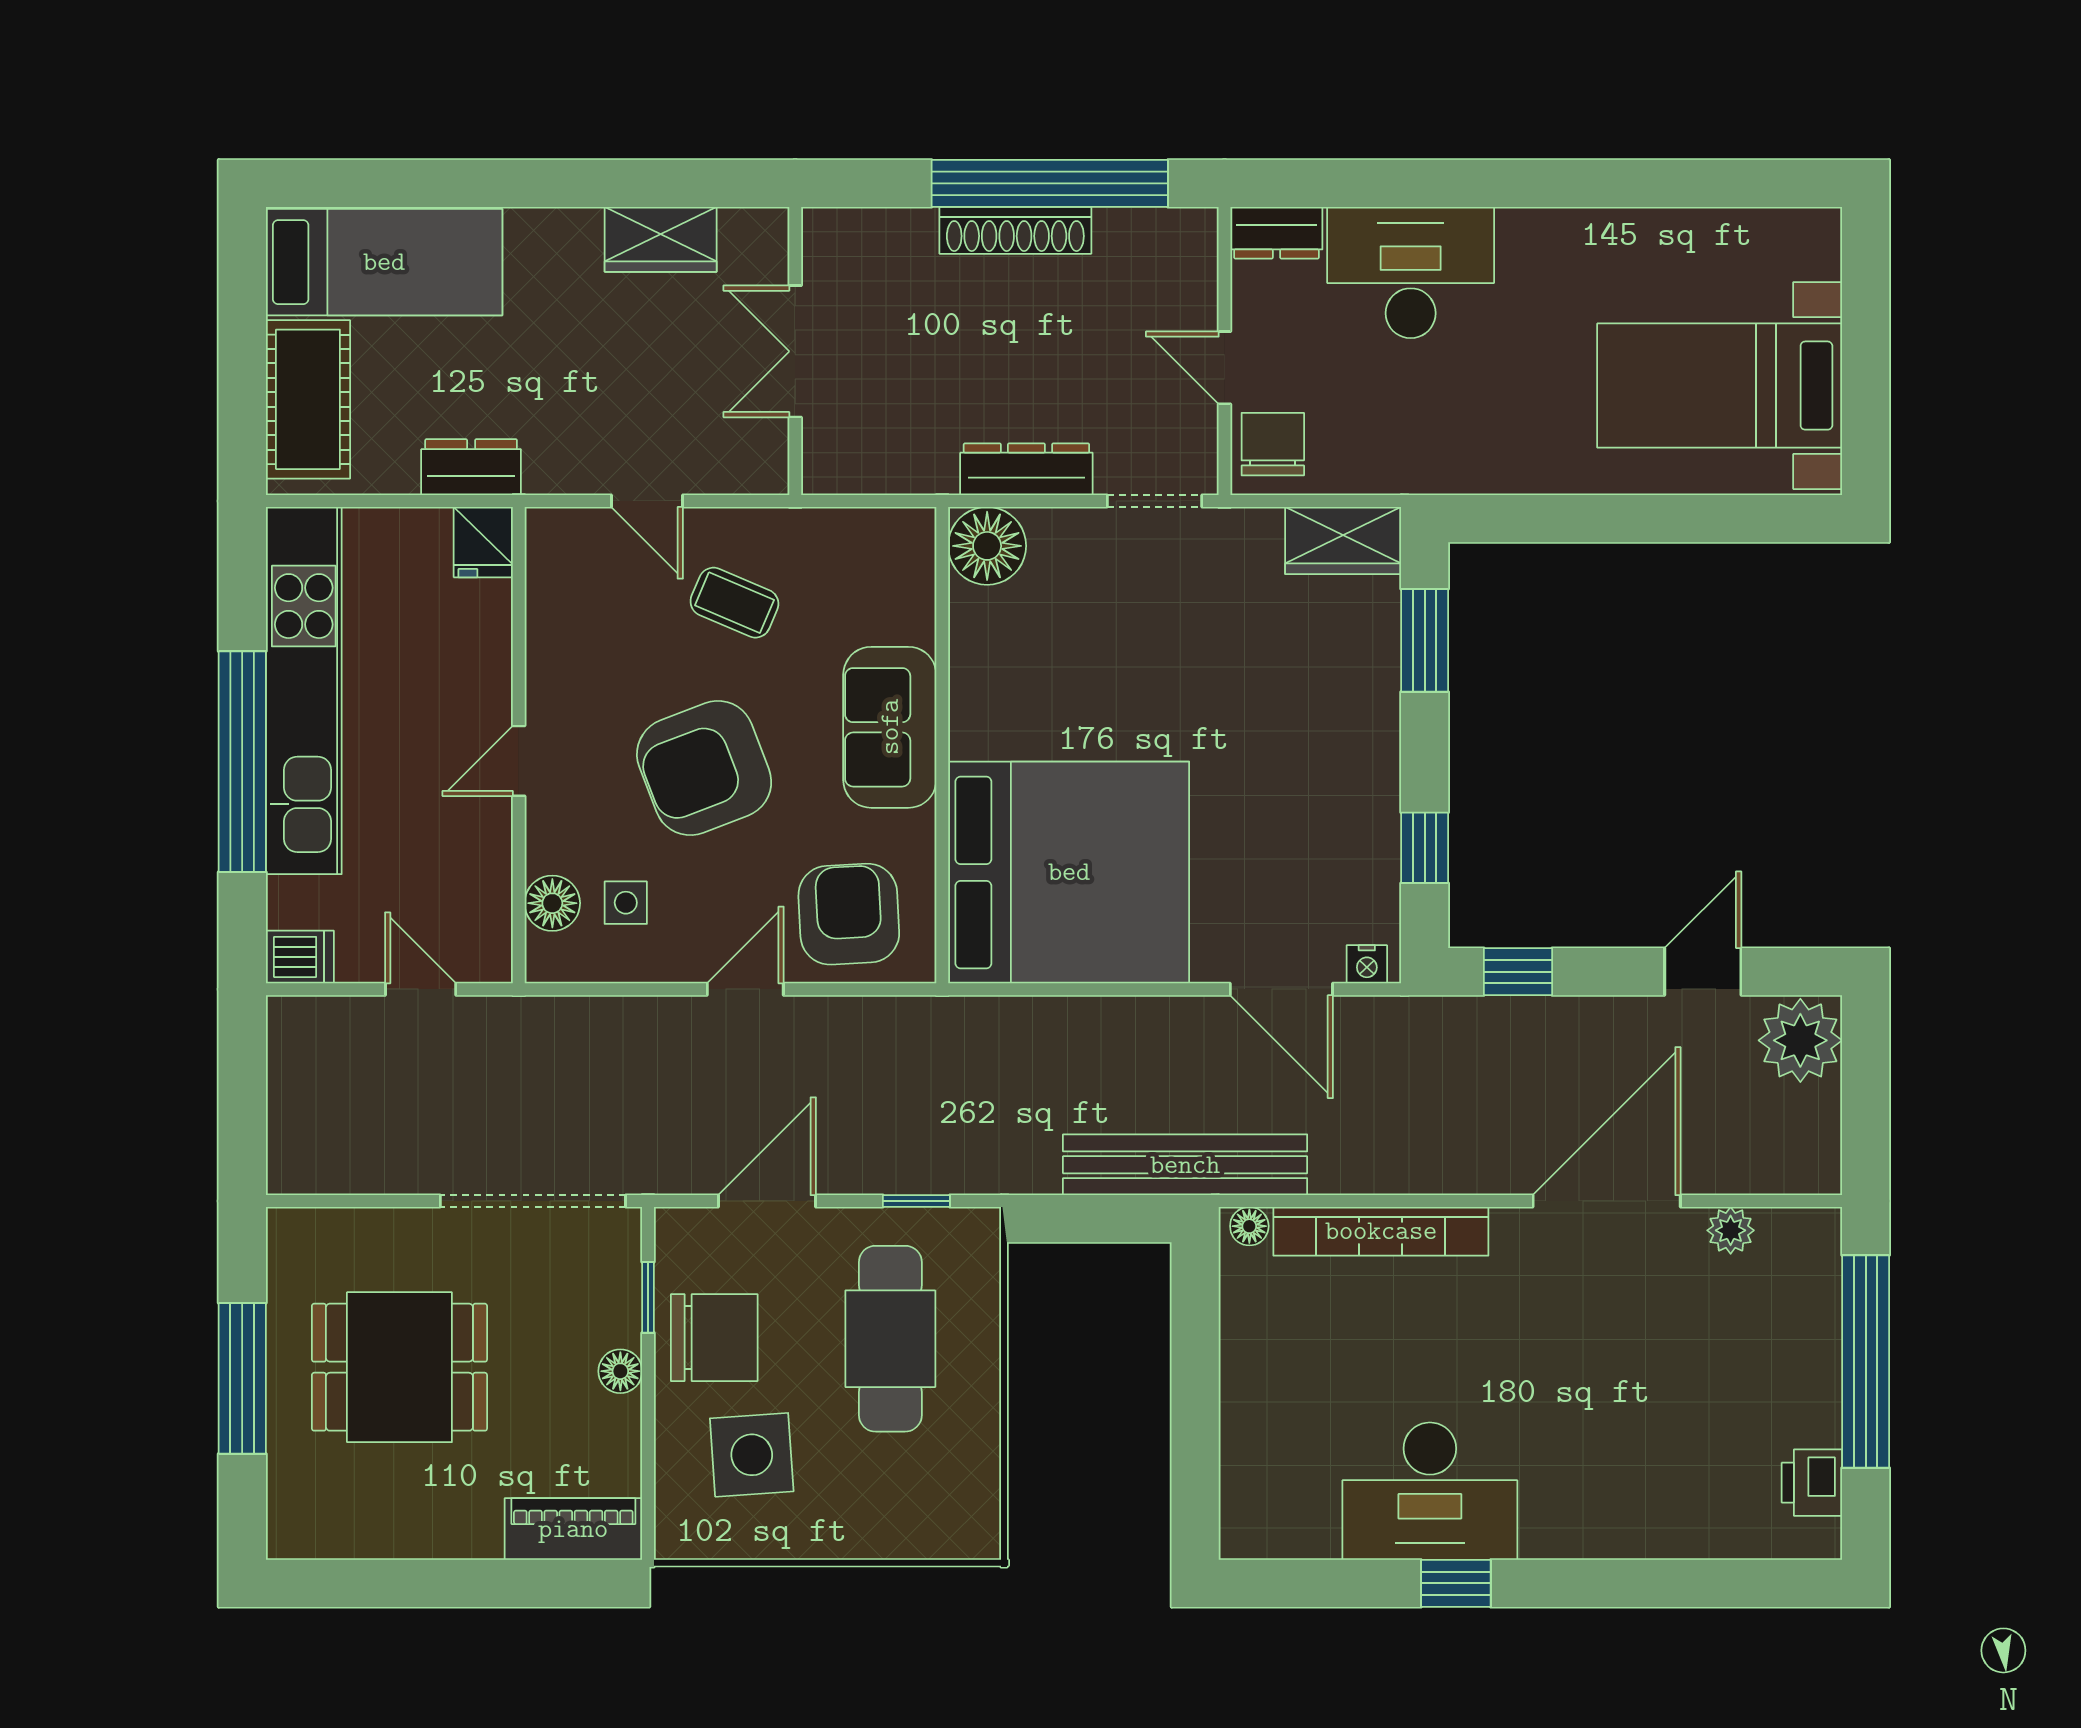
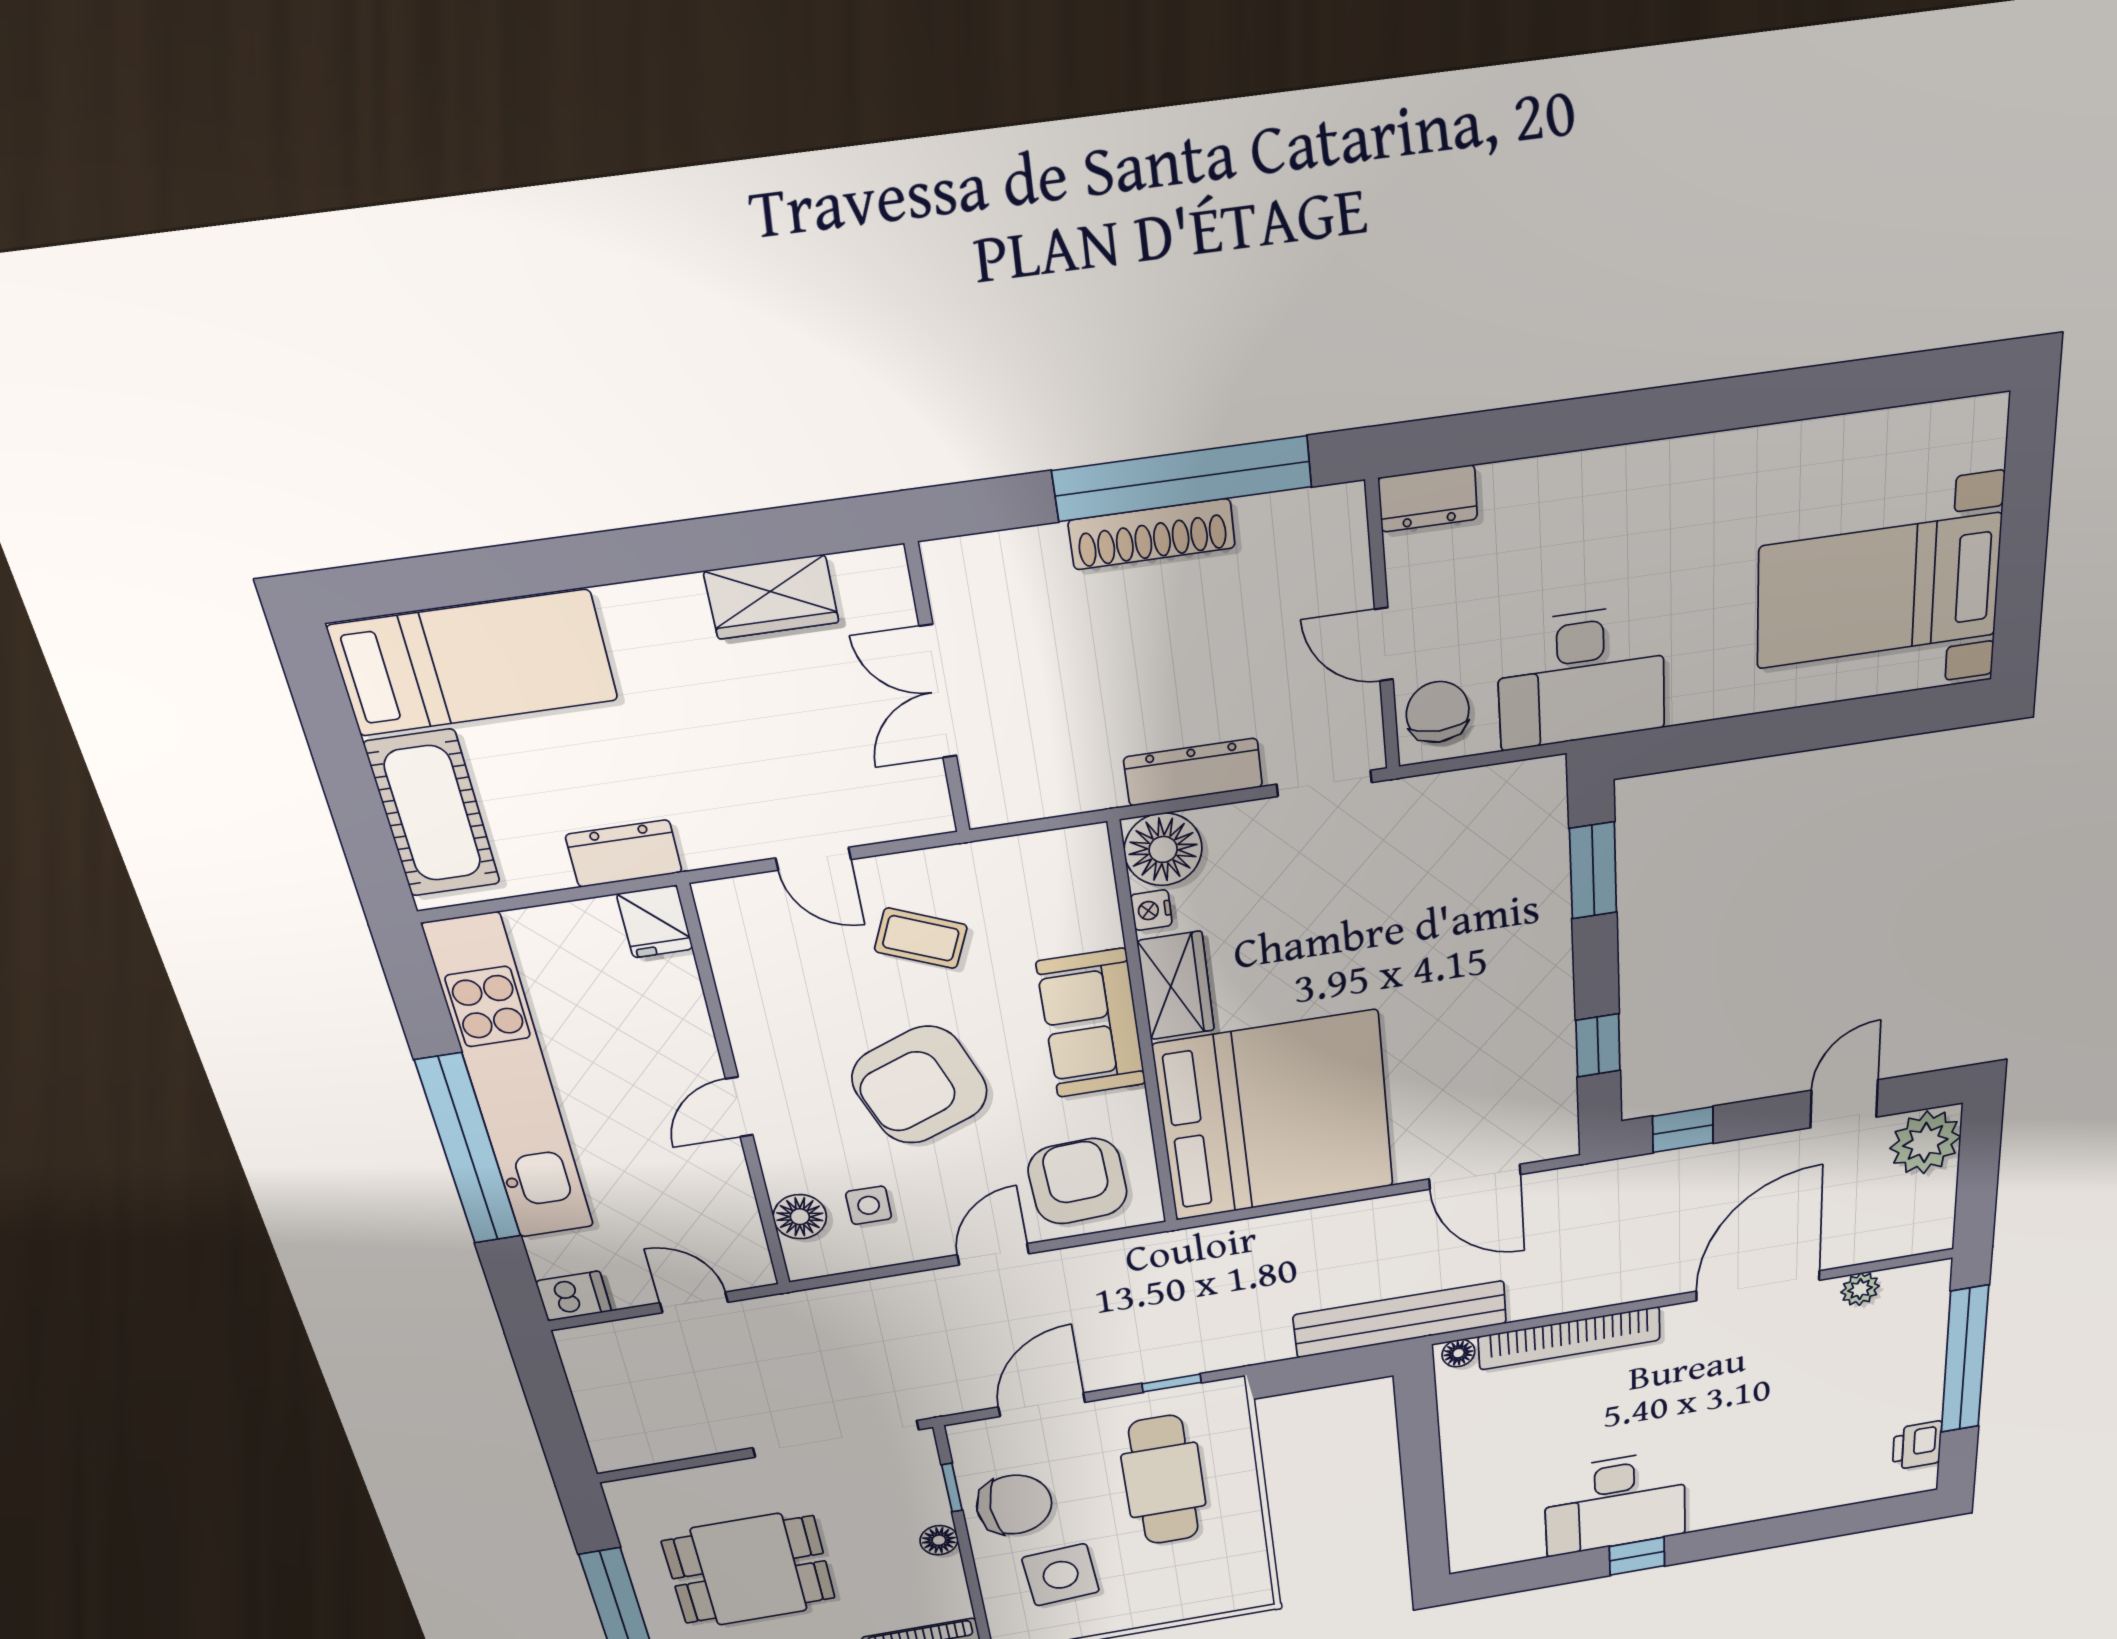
desk: (1411, 273) -> (1581, 677), moved, turned 180
wardrobe: (1343, 541) -> (1176, 986), moved, turned -90
nightstand: (1367, 964) -> (1151, 910), moved, turned 90

